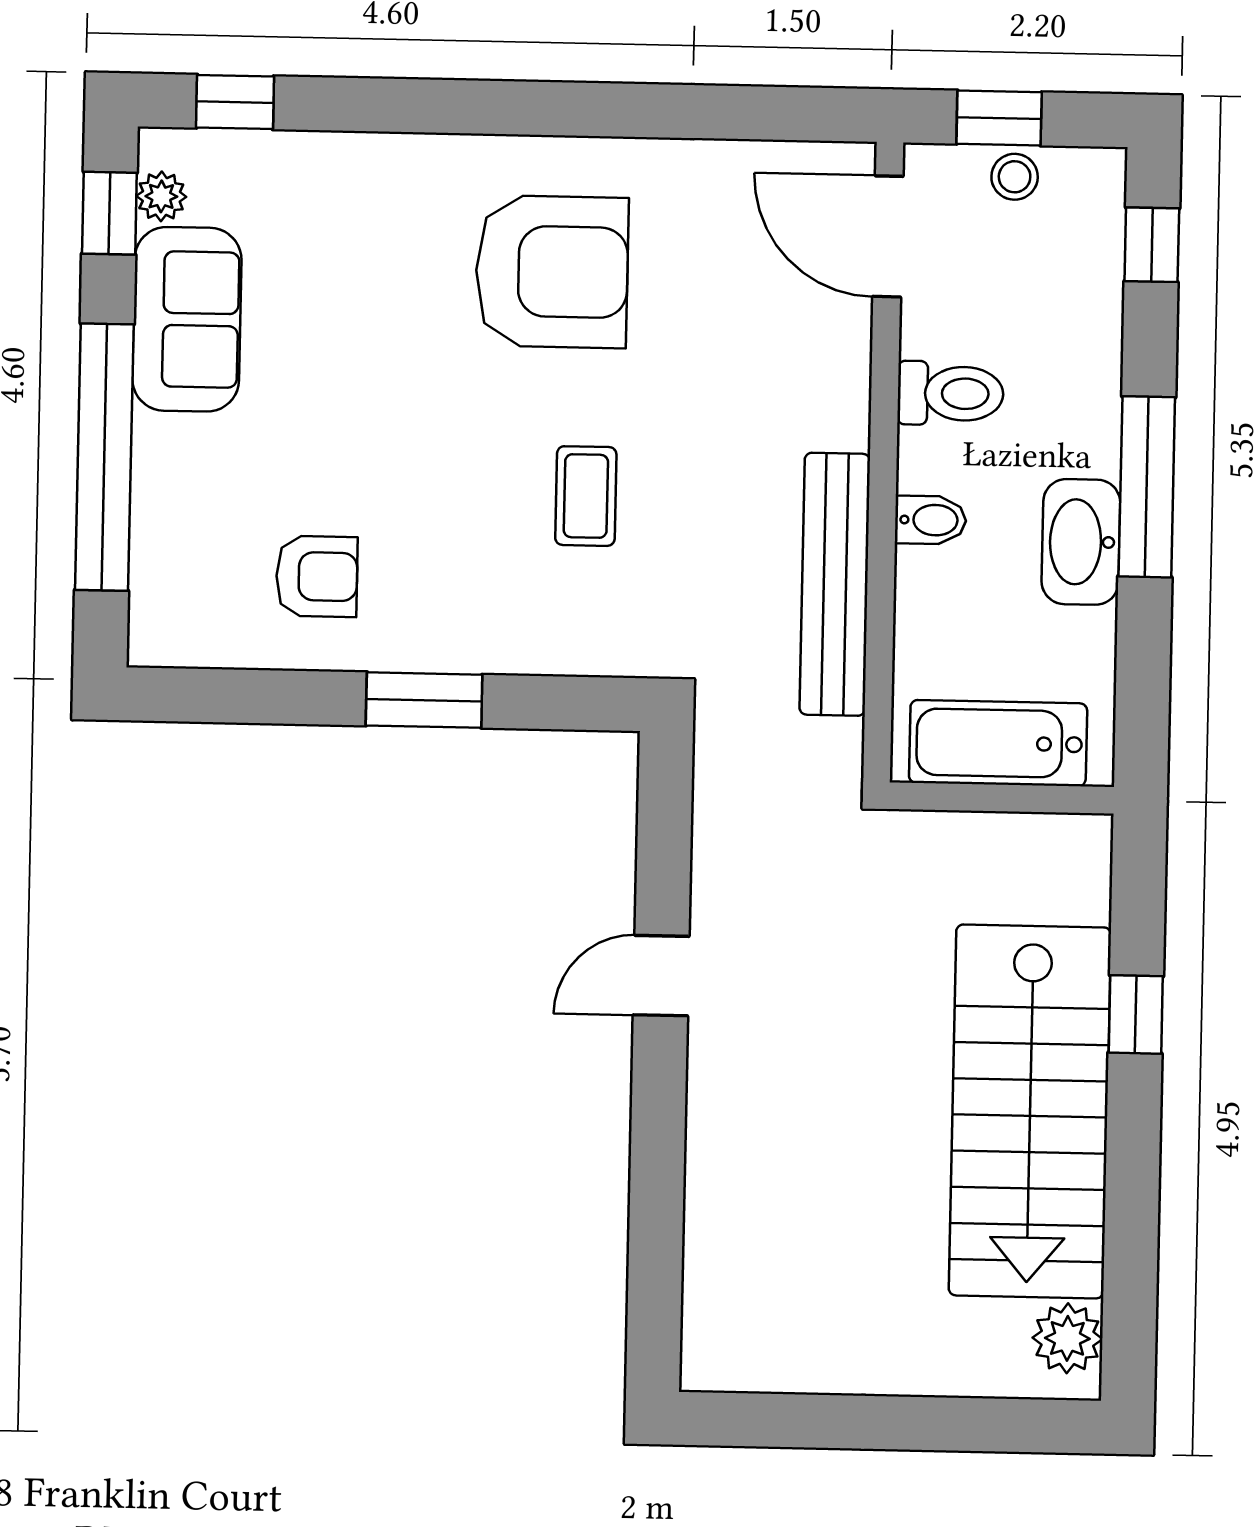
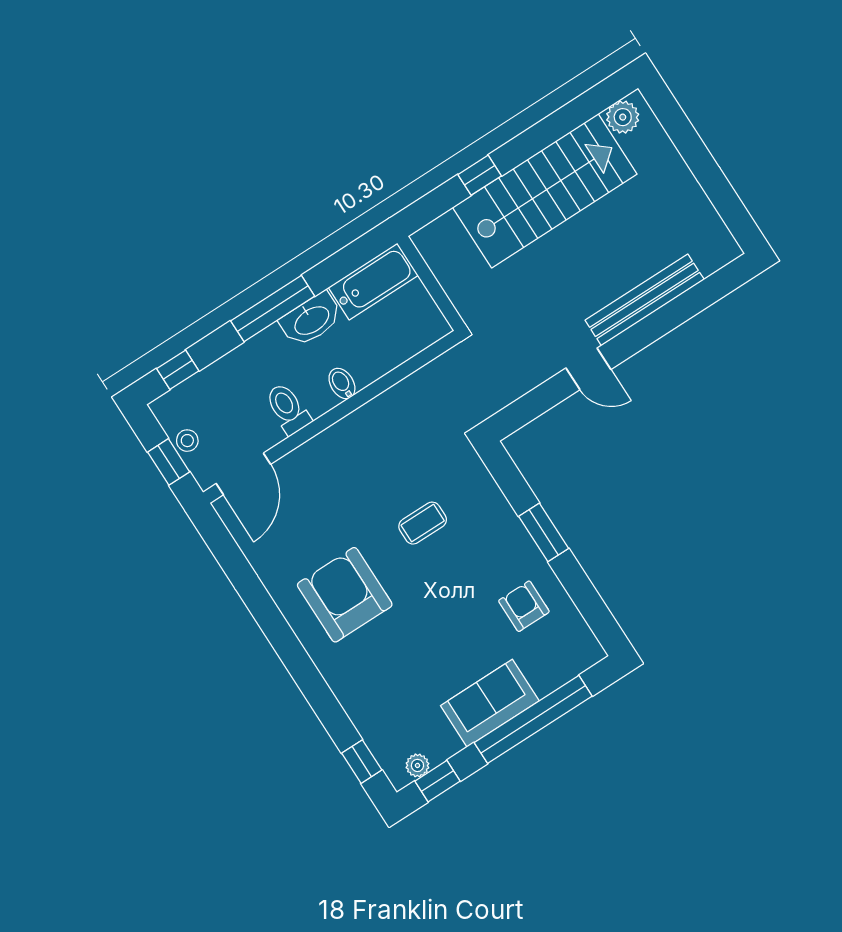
sofa: (187, 319) -> (490, 703), moved
bench: (835, 584) -> (645, 300), moved
bathtub: (998, 743) -> (373, 281), moved, turned -90

